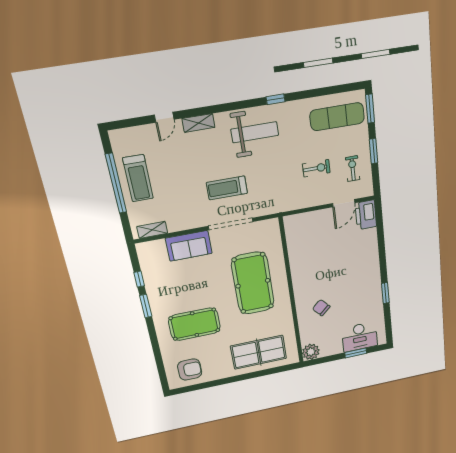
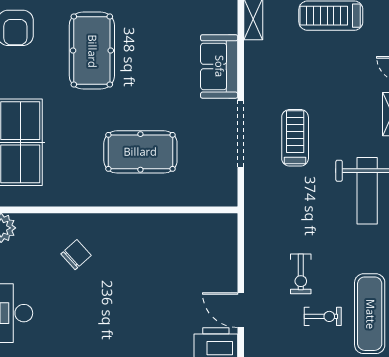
exercise bike: (353, 169) -> (323, 316), moved
pool table: (253, 283) -> (140, 152), width x0.73, depth x0.76

